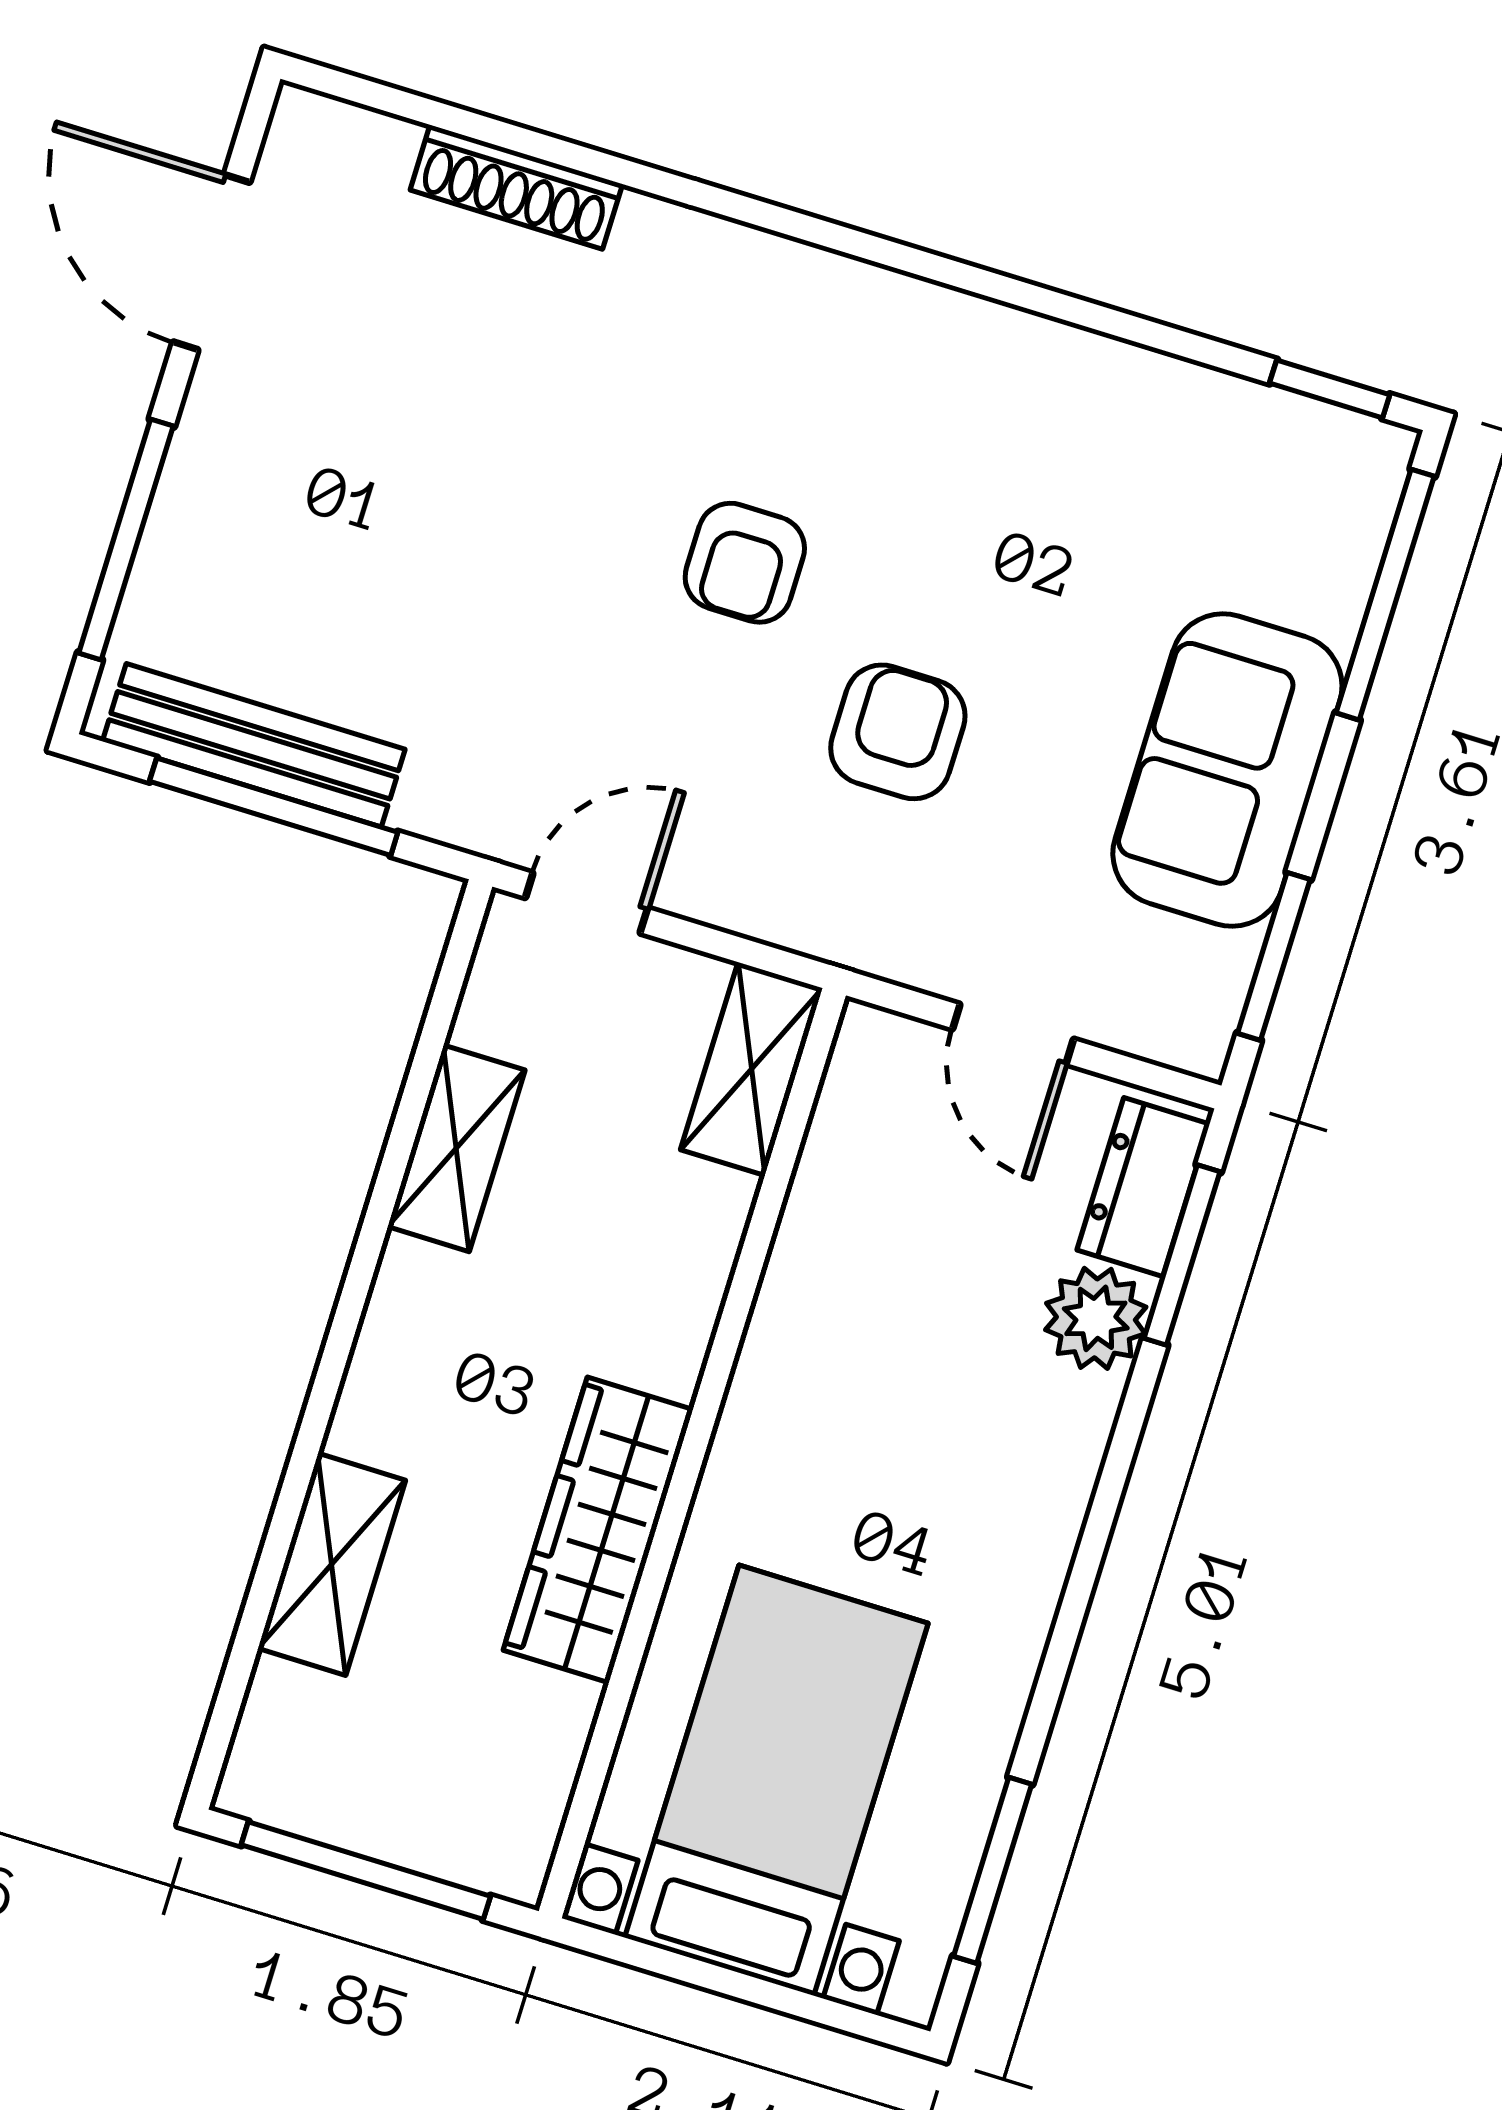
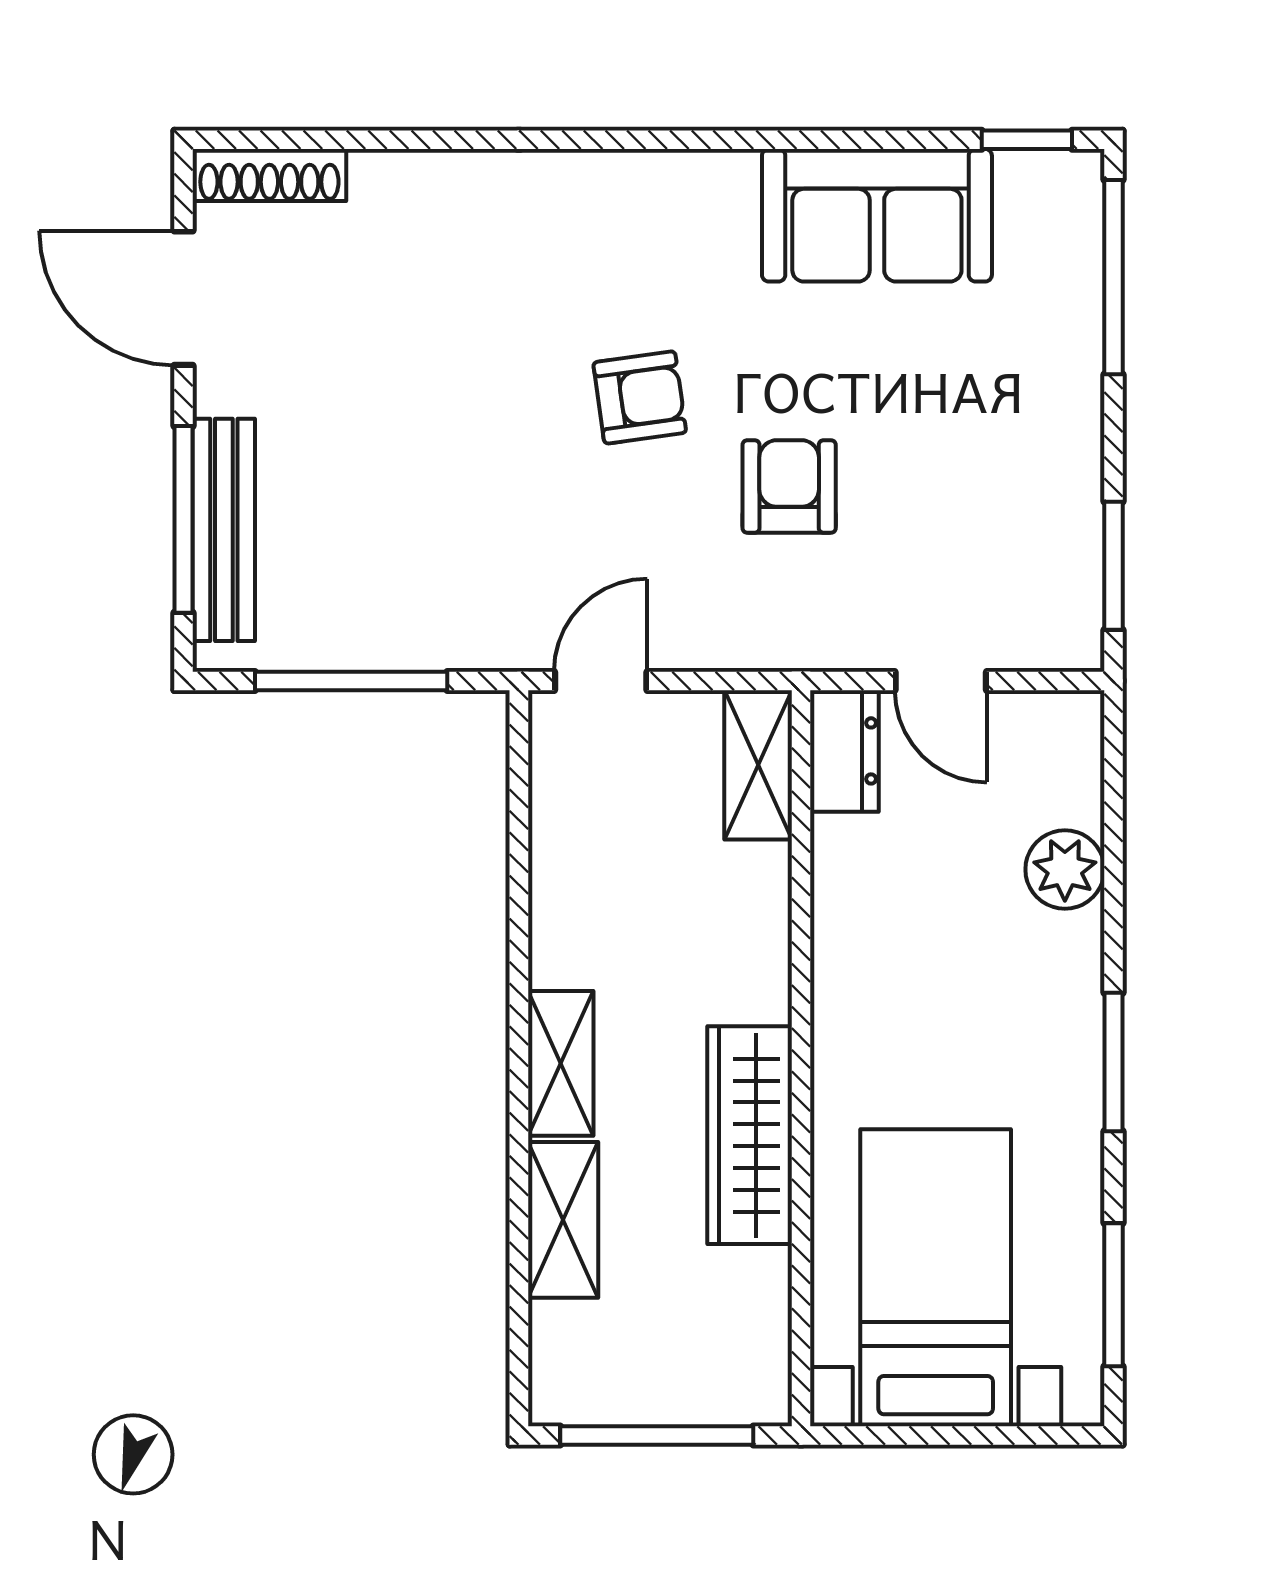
shoe rack: (516, 187) -> (269, 175), moved
armchair: (745, 563) -> (640, 397), turned -98
bench: (254, 745) -> (224, 530), moved, turned 90
sofa: (1227, 770) -> (877, 215), moved, turned -90
shelving: (456, 1148) -> (561, 1063), moved
dresser: (1143, 1187) -> (844, 751), moved, turned 180
window: (1182, 1255) -> (1113, 1062), moved

